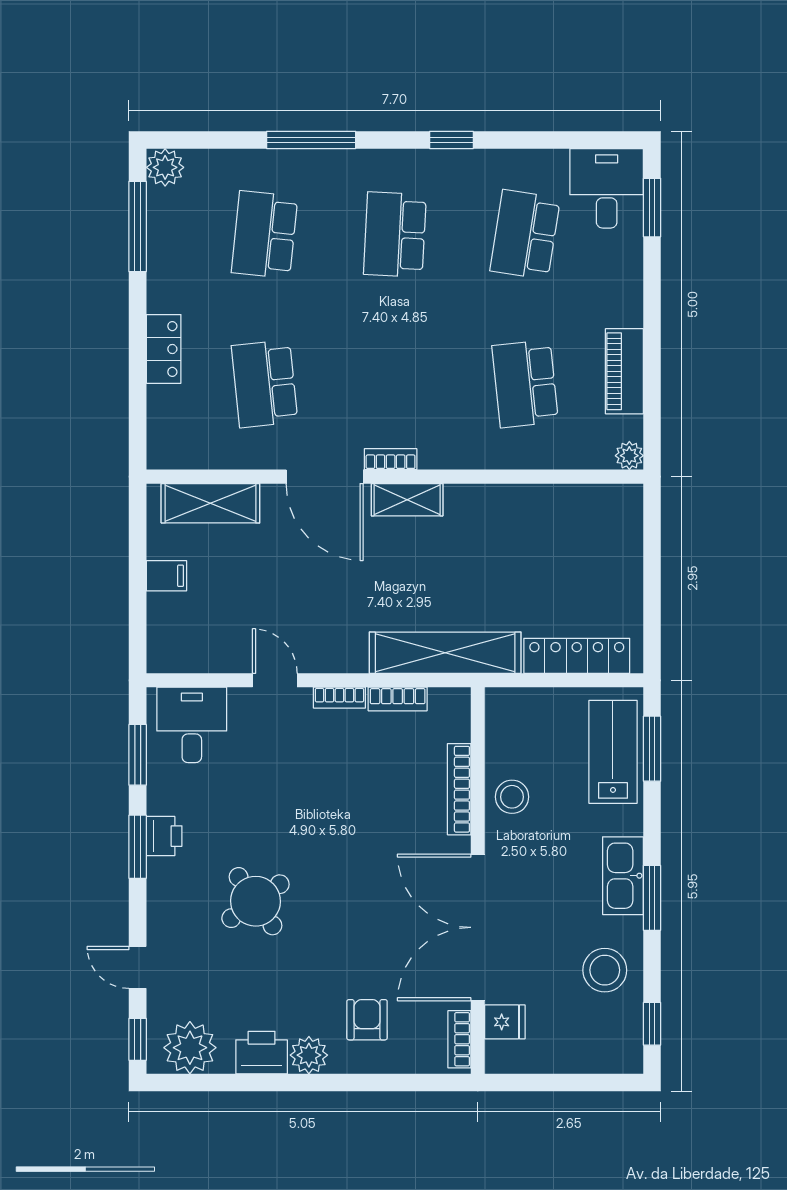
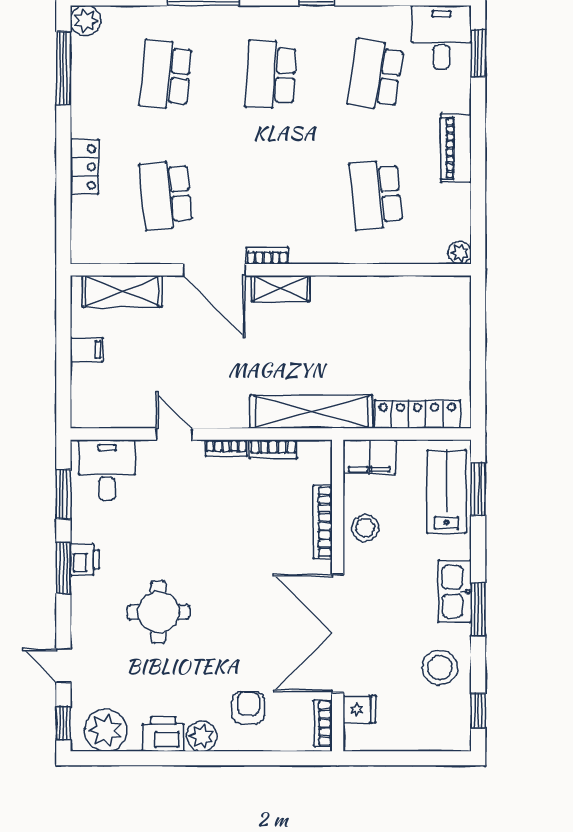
piano: (624, 371) -> (456, 148), moved
filing cabinet: (517, 709) -> (369, 457), added
round table: (255, 901) -> (158, 612), turned 35

